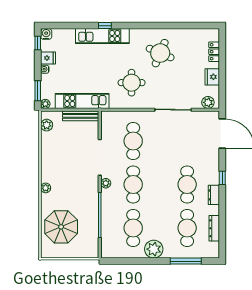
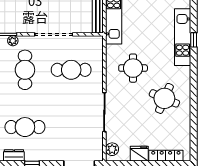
locker: (214, 52) -> (166, 156), width x1.53
plant: (106, 183) -> (13, 41), moved
cafe table: (133, 184) -> (25, 70), turned 90

